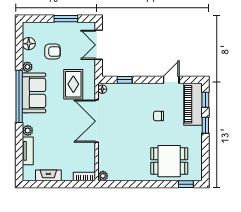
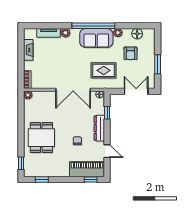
dresser: (143, 89) -> (99, 128), added
double door: (97, 121) -> (73, 90), swing flipped
window: (205, 125) -> (42, 179), moved
dining table: (169, 161) -> (41, 138), moved

